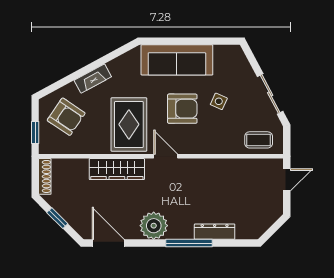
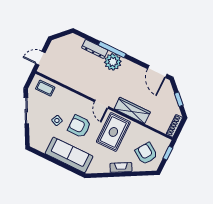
plant: (154, 226) -> (113, 62), moved

